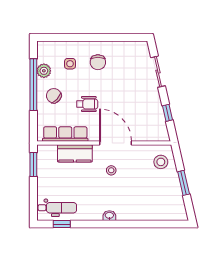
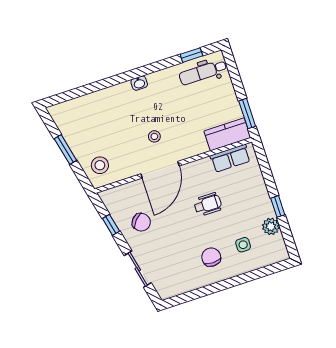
window: (33, 85) -> (278, 206), width x0.32
chair: (54, 96) -> (141, 222), moved
wheelchair: (87, 104) -> (208, 204), turned 180
row of seats: (65, 134) -> (230, 158), width x0.68
door: (115, 143) -> (160, 170), hinge flipped
kitchen counter: (75, 153) -> (227, 134), moved

